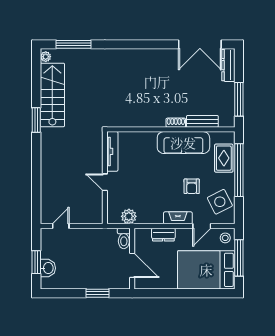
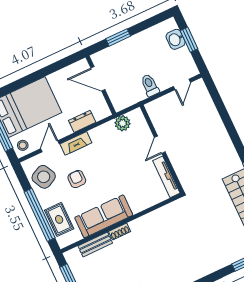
door: (105, 182) -> (160, 145), swing flipped
toilet: (124, 238) -> (150, 85), moved

